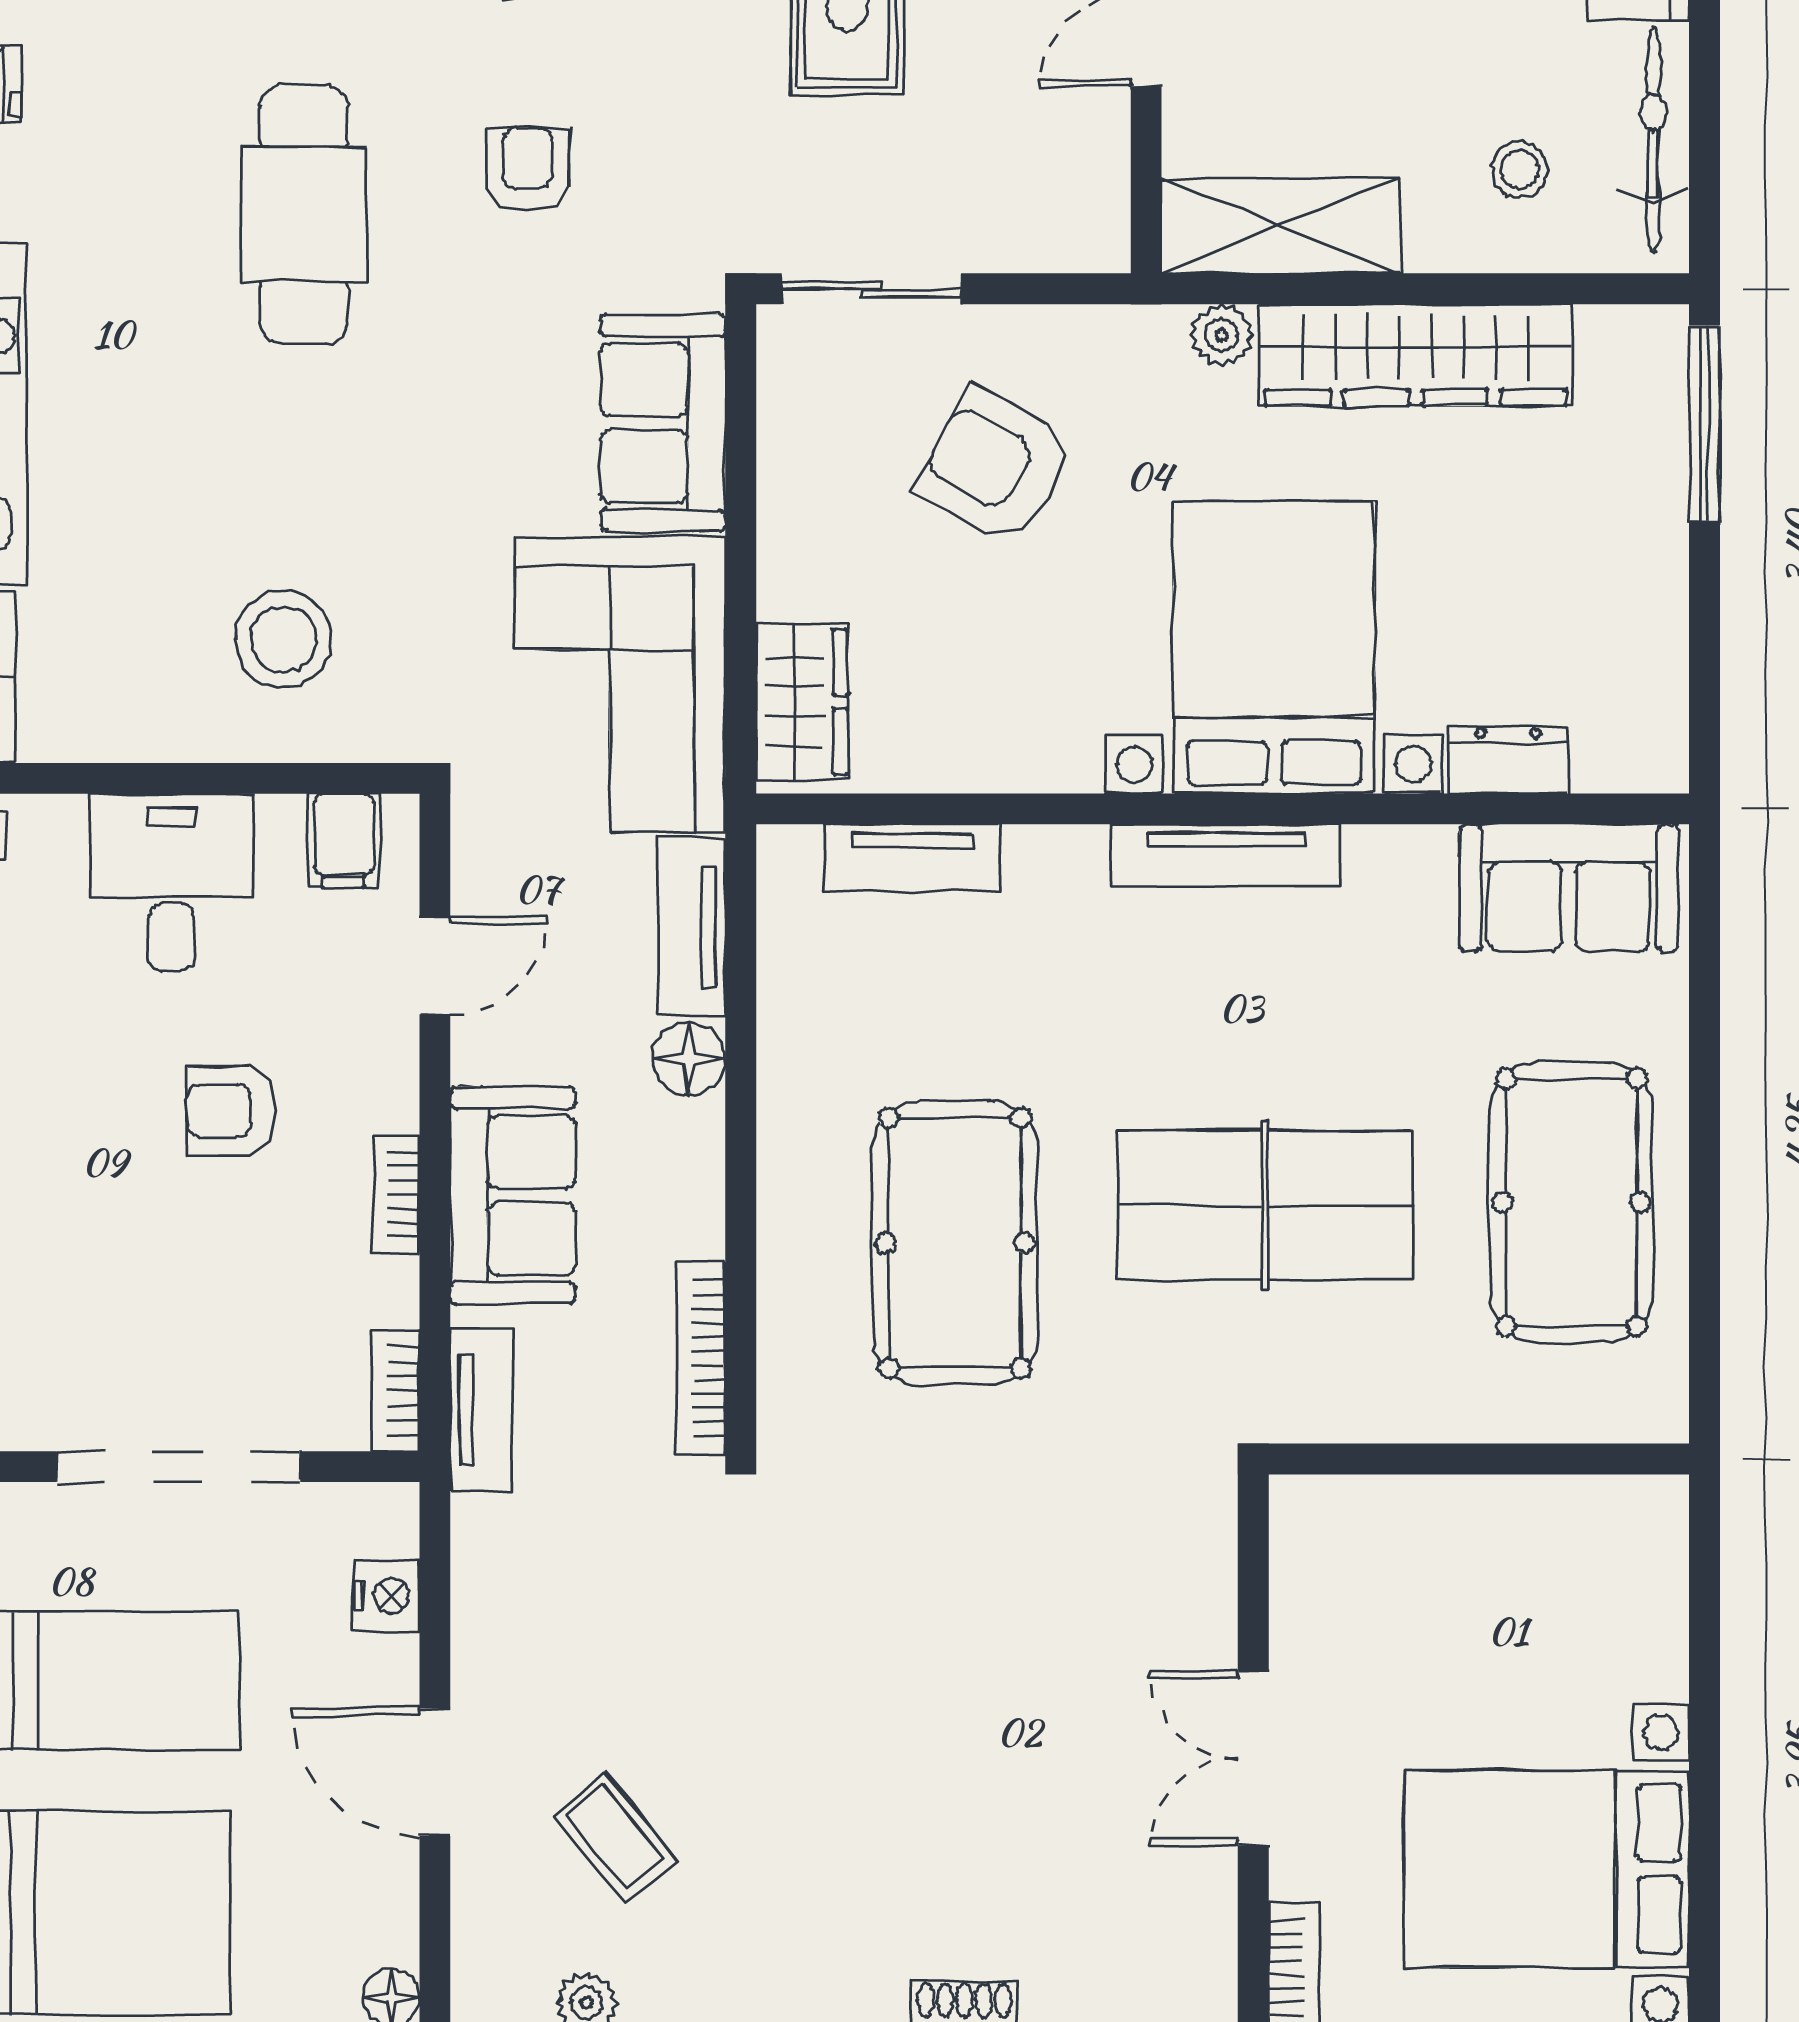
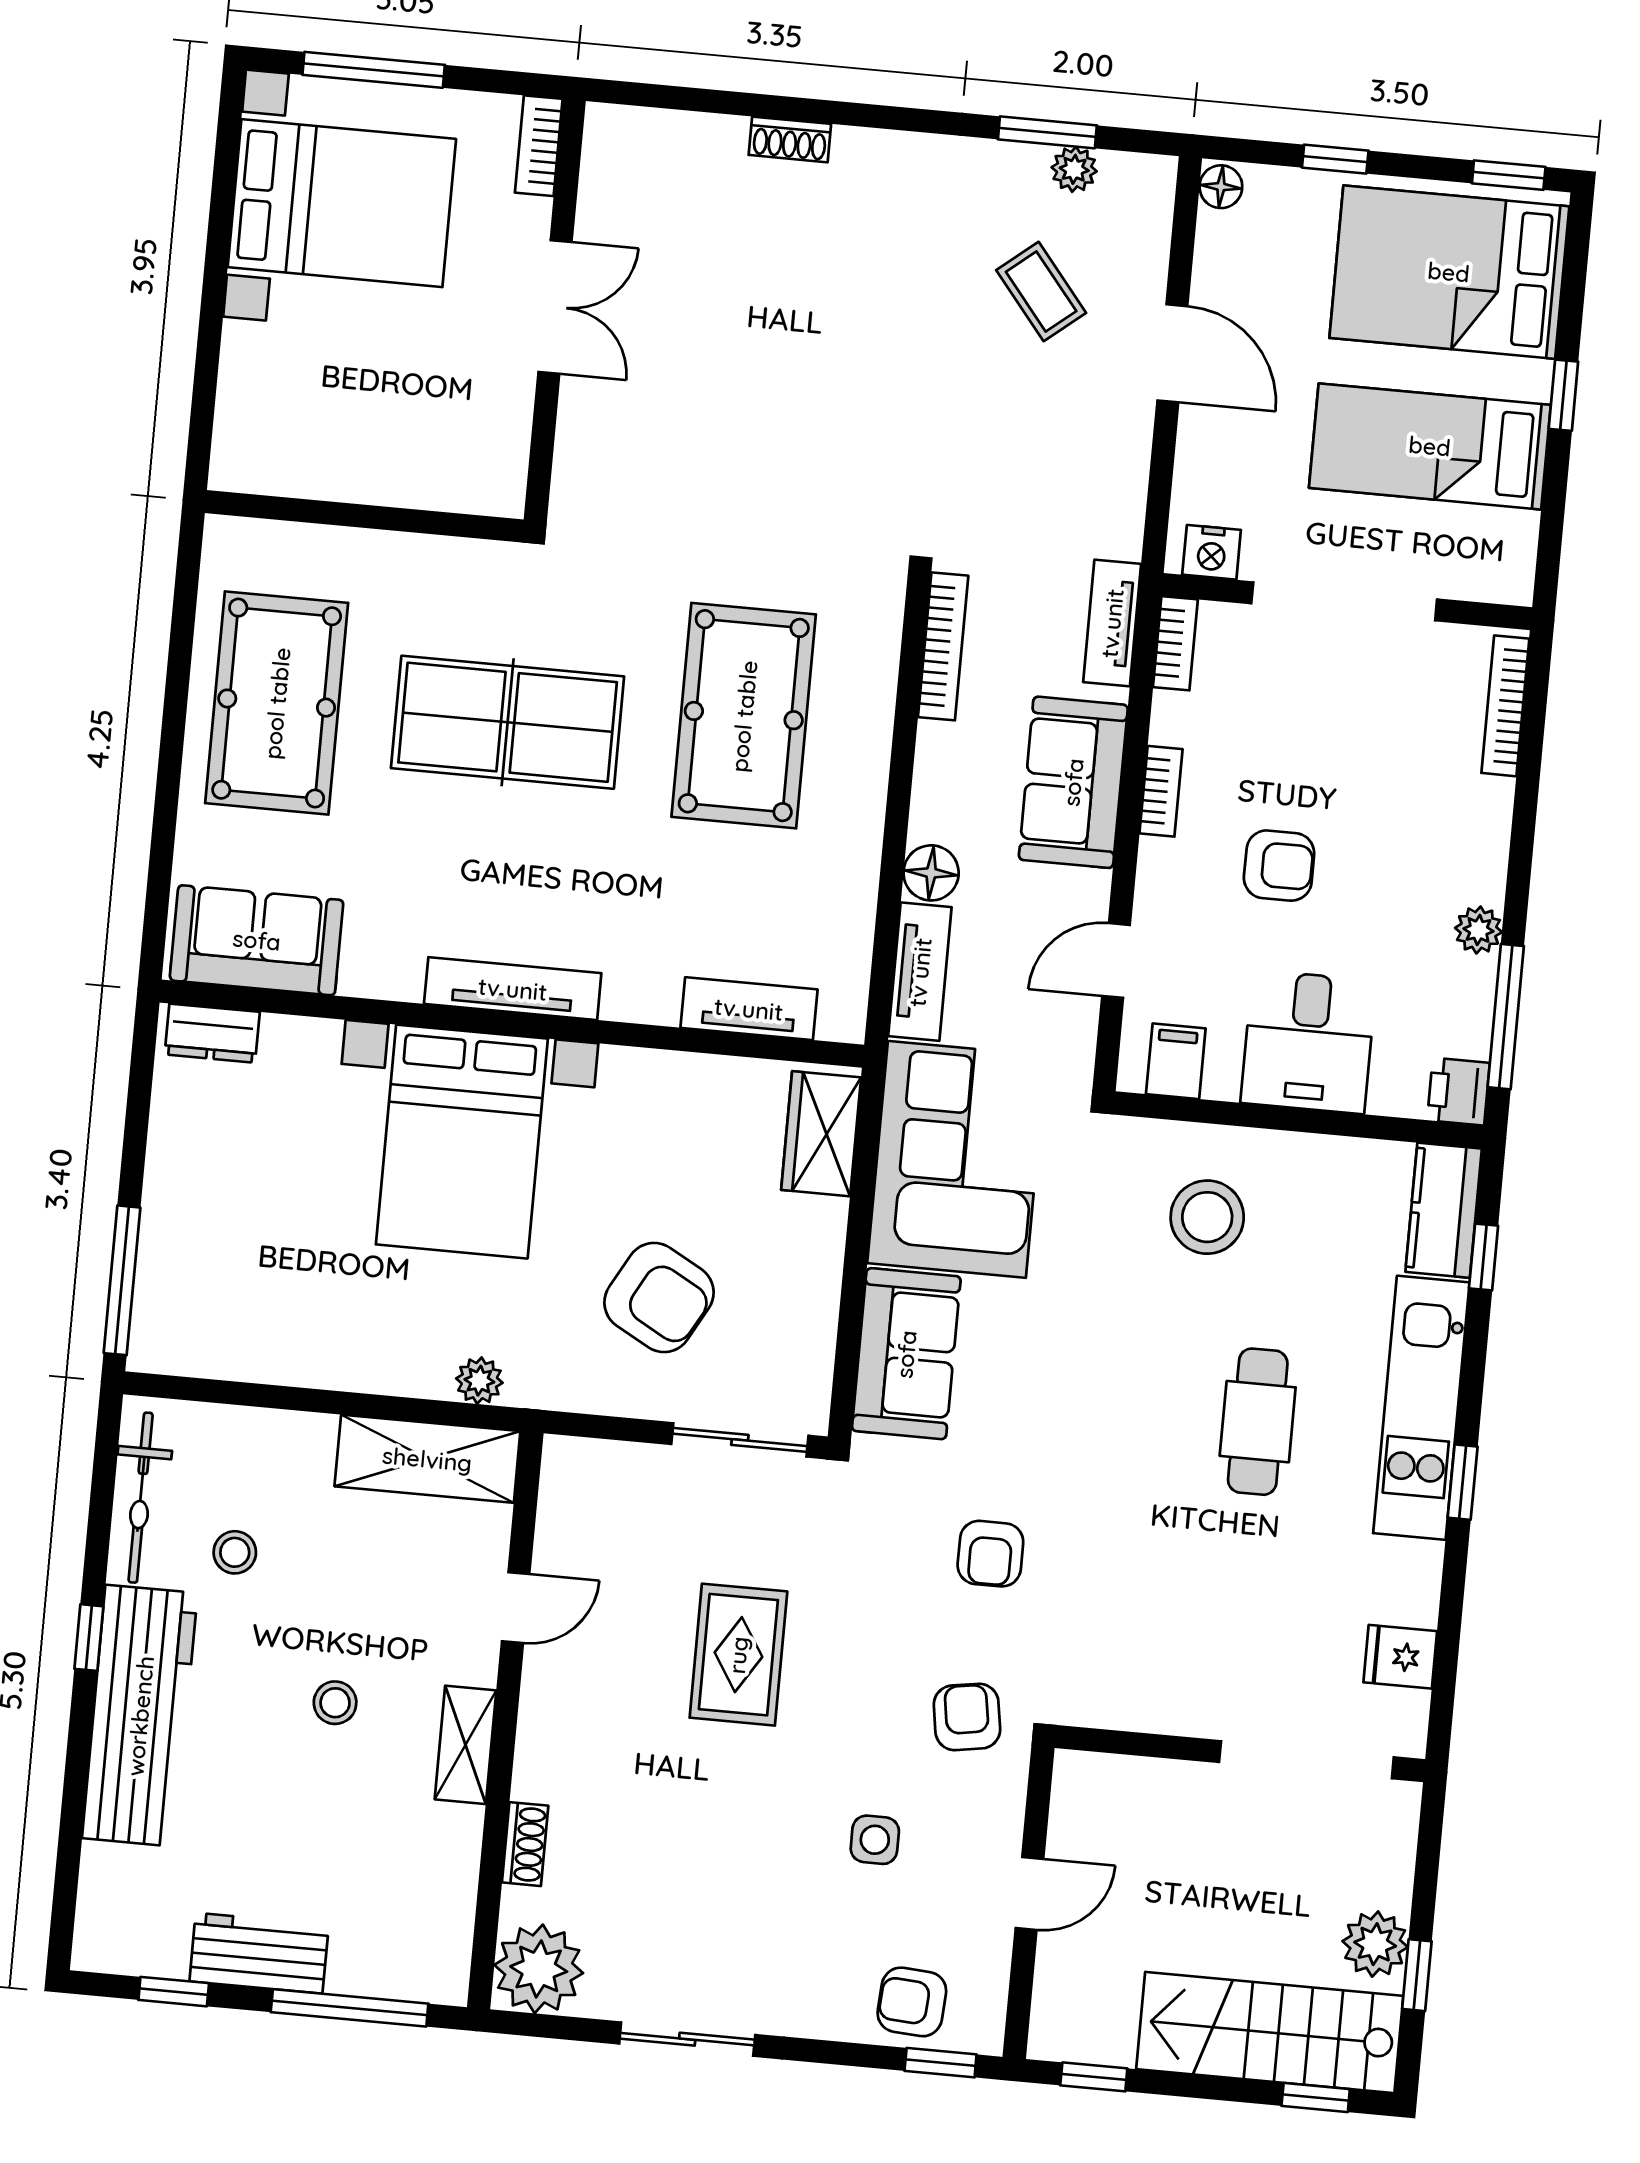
stool: (1520, 170) -> (235, 1552), moved
cafe table: (304, 214) -> (1258, 1422), moved, width x0.73, depth x0.74
wardrobe: (1416, 355) -> (335, 1352), removed
dresser: (1508, 760) -> (212, 1033), moved
nightstand: (386, 1596) -> (1212, 552), moved, turned -90

